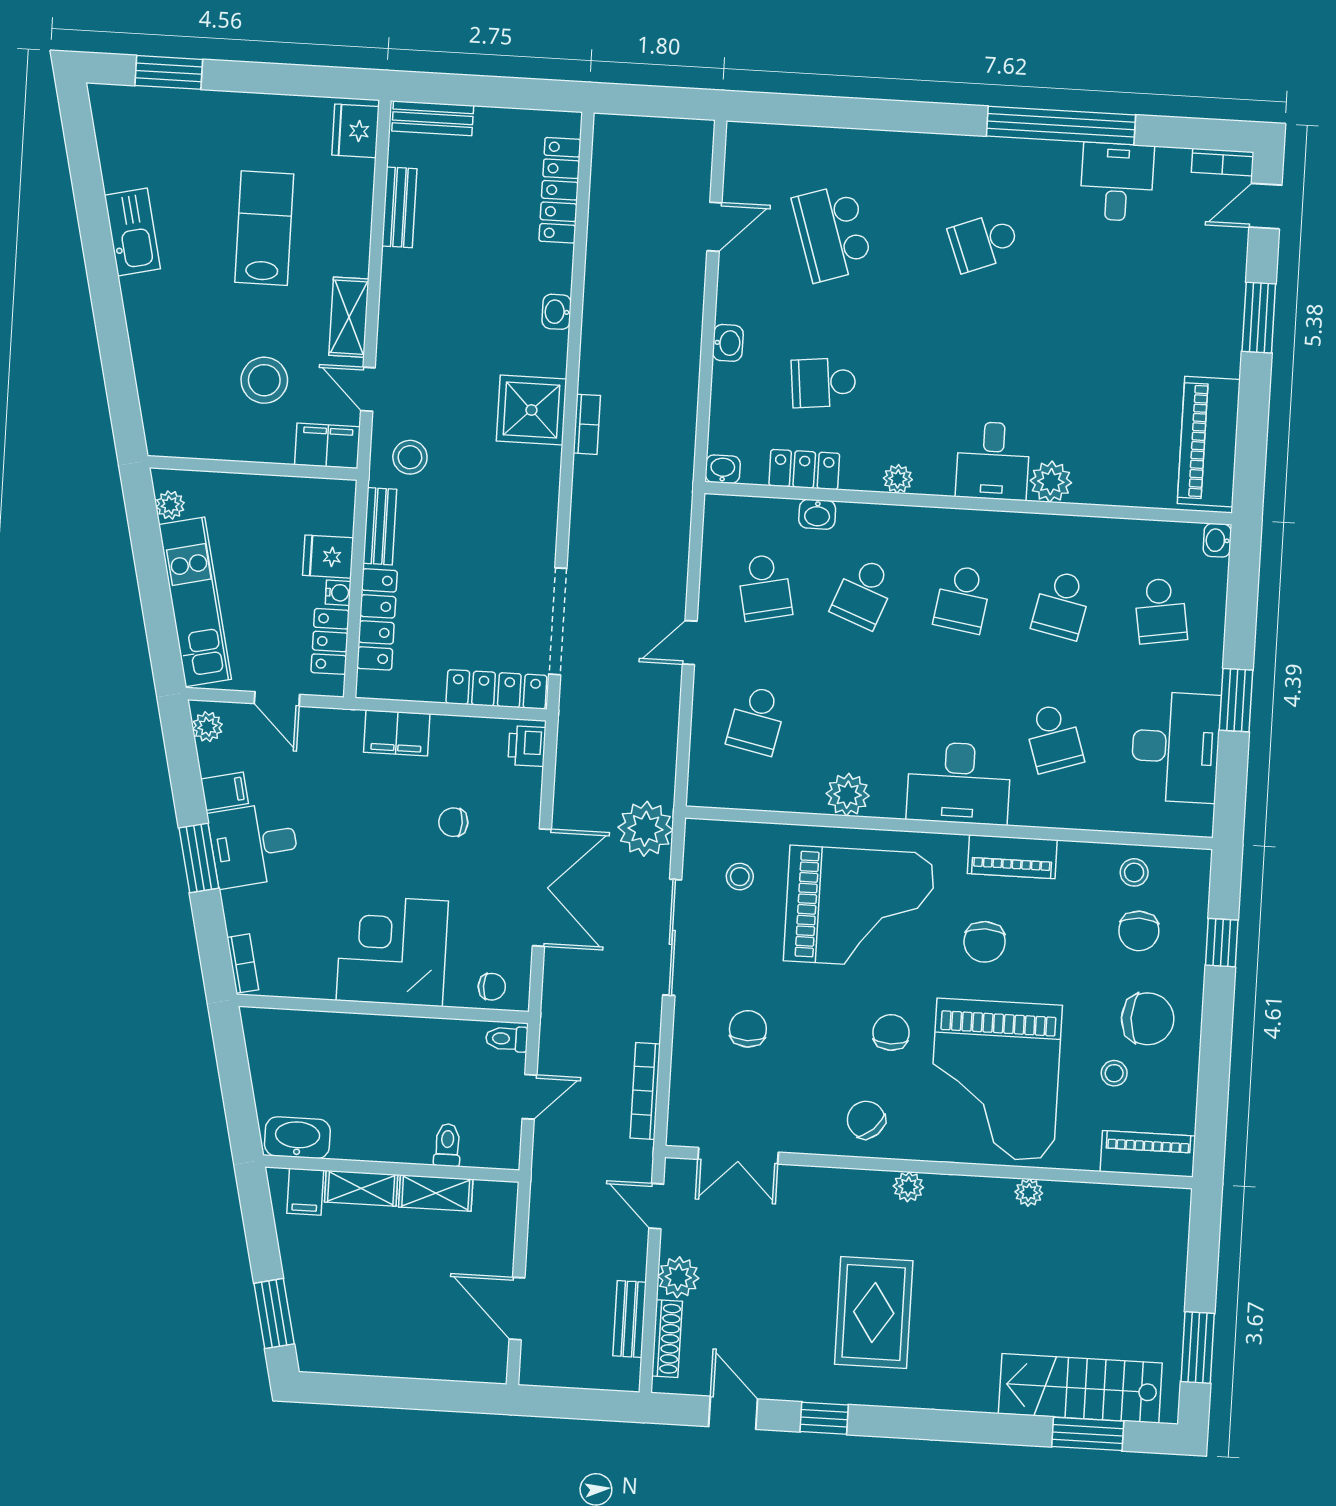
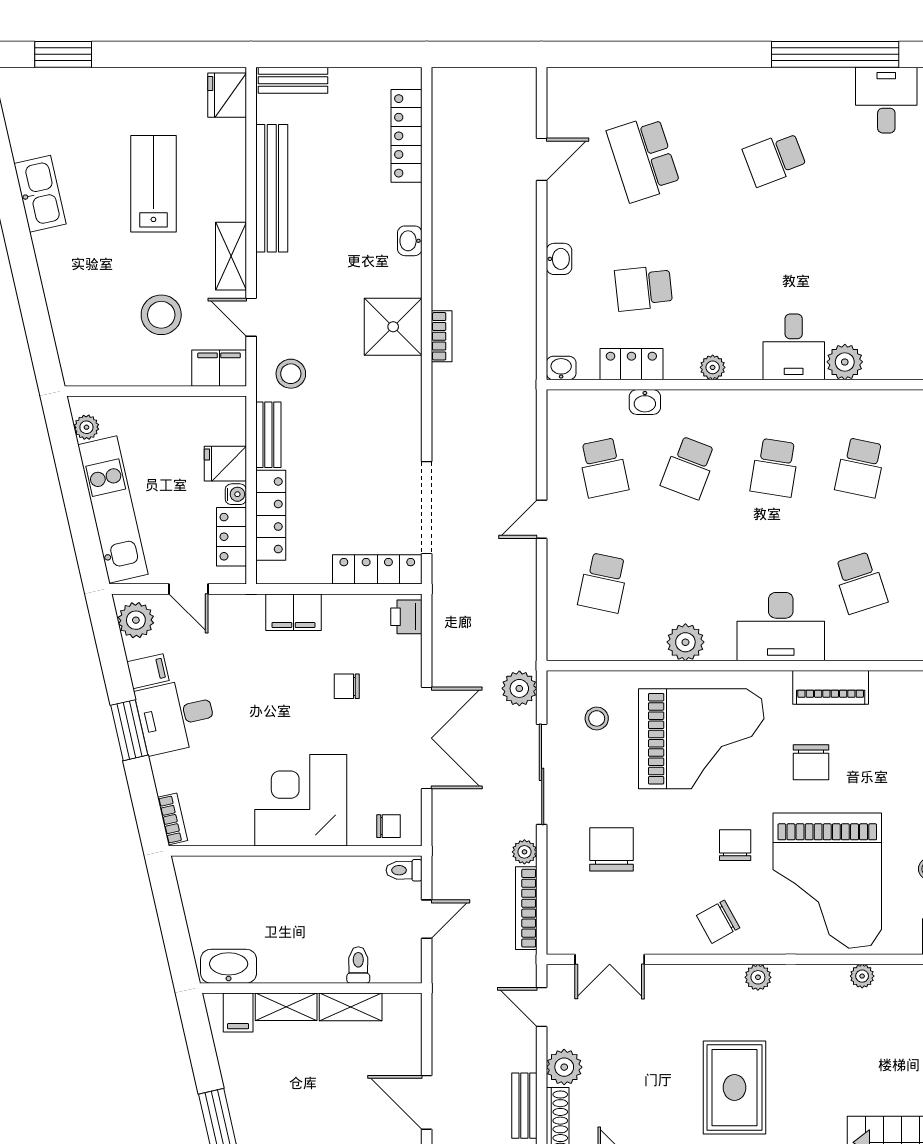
bench: (399, 207) -> (272, 188), width x1.86, depth x1.21
plant: (208, 727) -> (136, 620), width x1.38, depth x1.38
plant: (645, 829) -> (519, 688), width x0.73, depth x0.73
plant: (647, 1026) -> (524, 852), added
chair: (748, 1029) -> (612, 849), width x1.37, depth x1.37
chair: (866, 1120) -> (718, 922), turned -76

